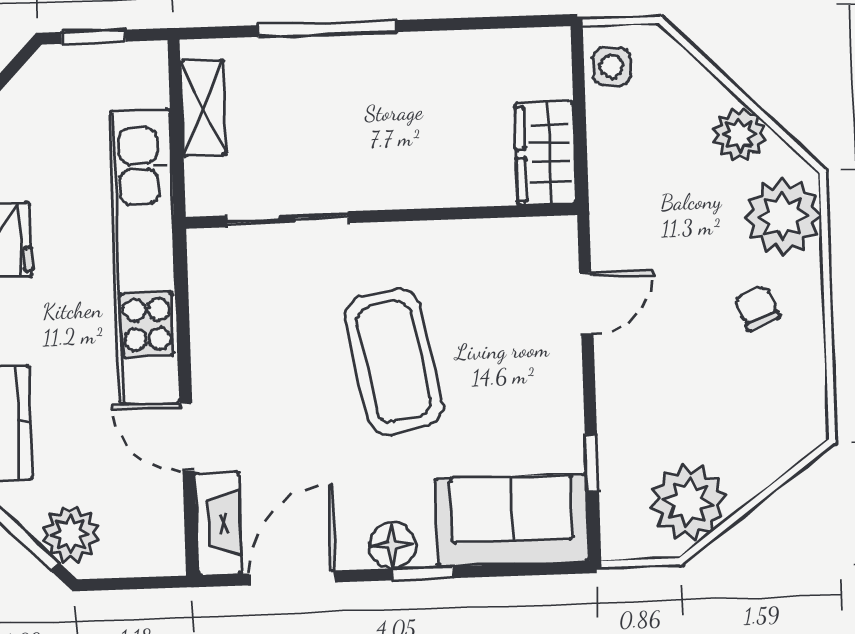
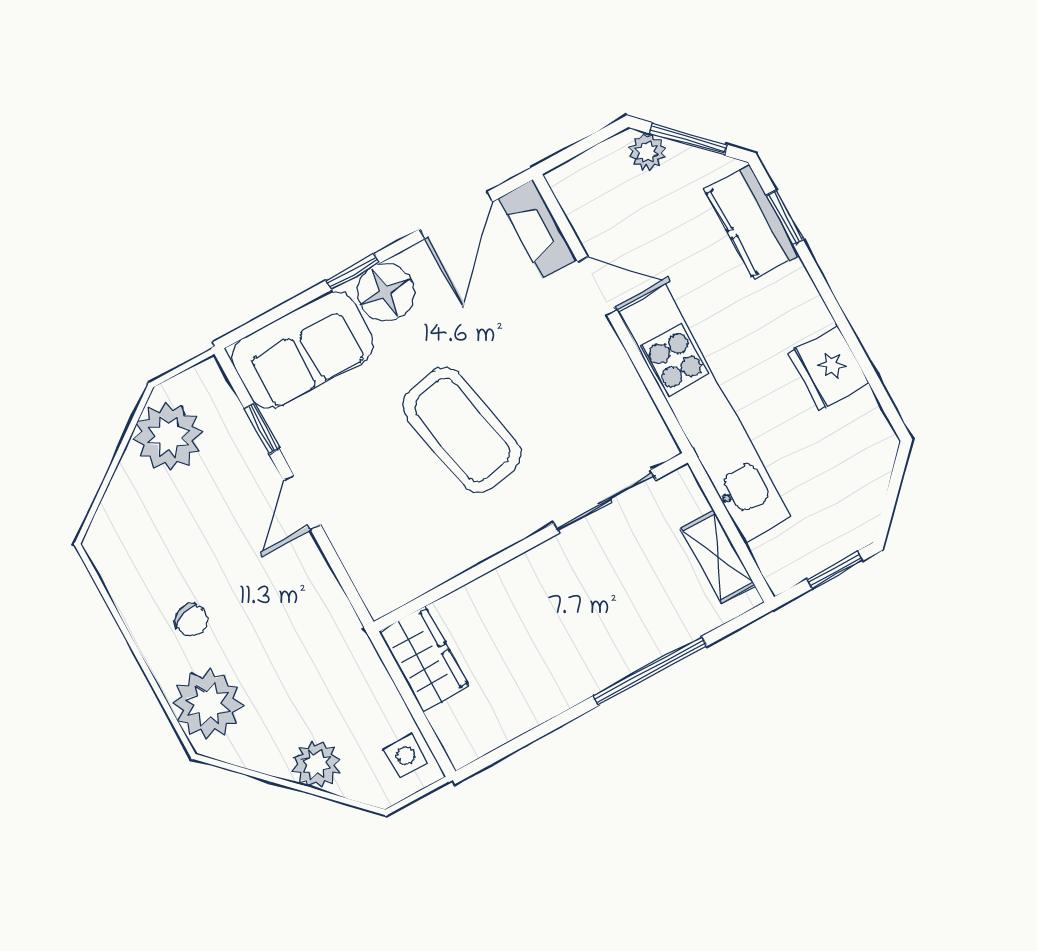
plant: (739, 135) -> (316, 764), moved
door: (586, 304) -> (302, 502), moved
plant: (71, 534) -> (647, 152), width x0.73, depth x0.73
floor lamp: (393, 545) -> (385, 293), width x1.38, depth x1.38

